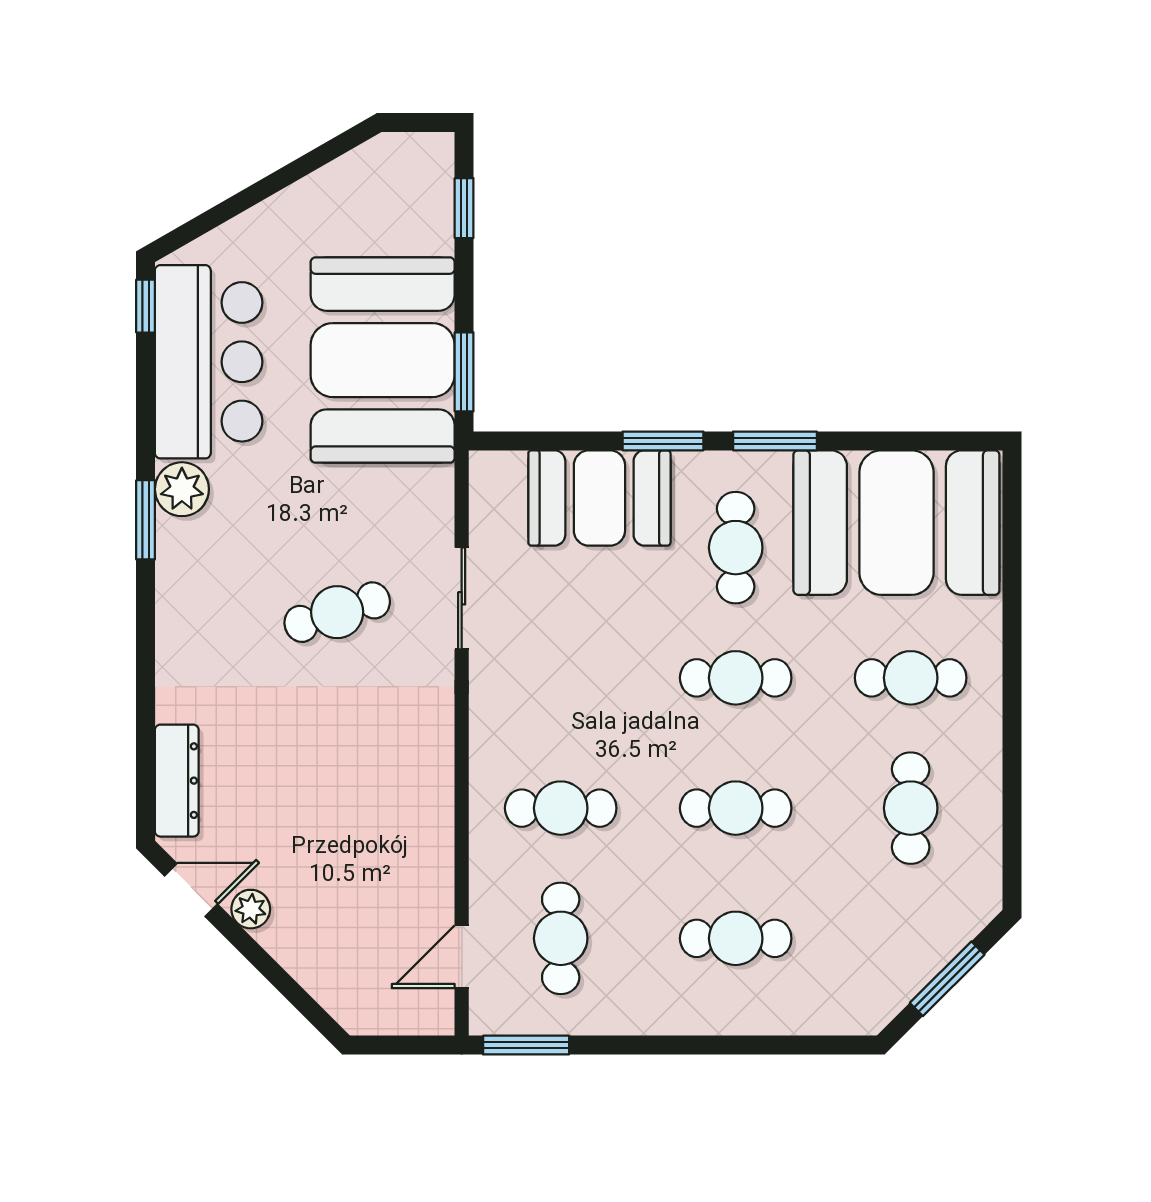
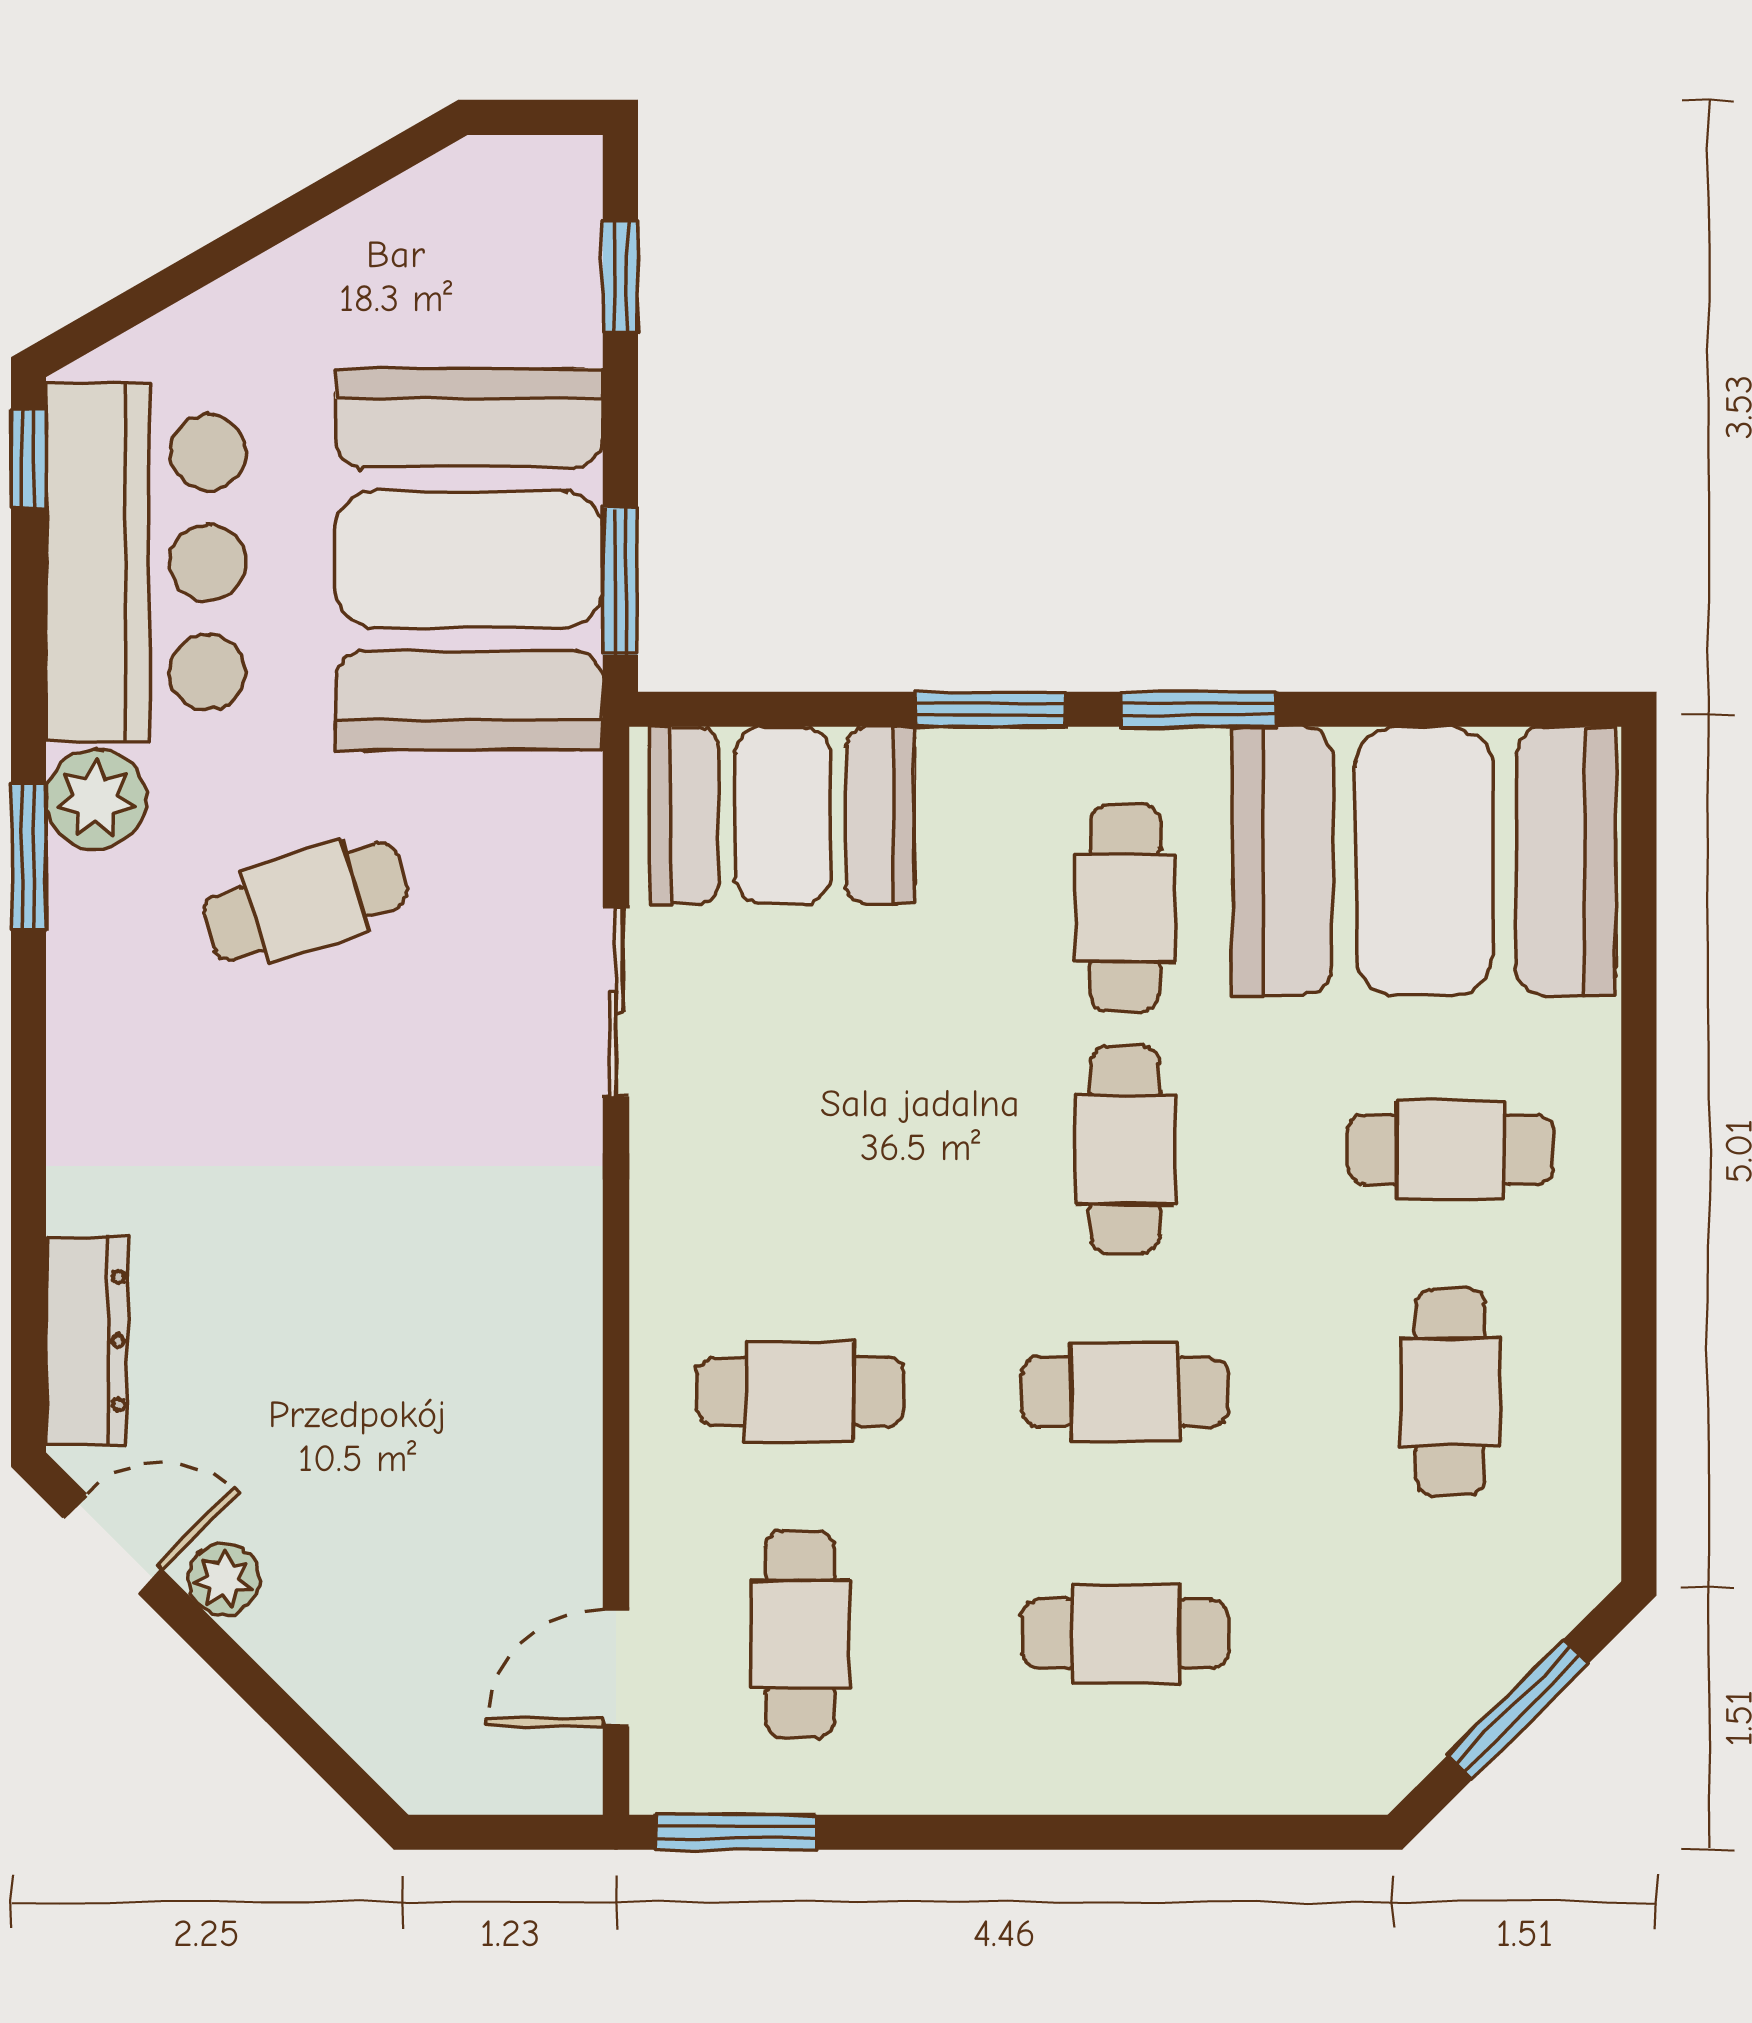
booth: (599, 498) -> (782, 815), moved
cafe table: (337, 612) -> (305, 902), moved
cafe table: (736, 678) -> (1125, 1150), turned 90

